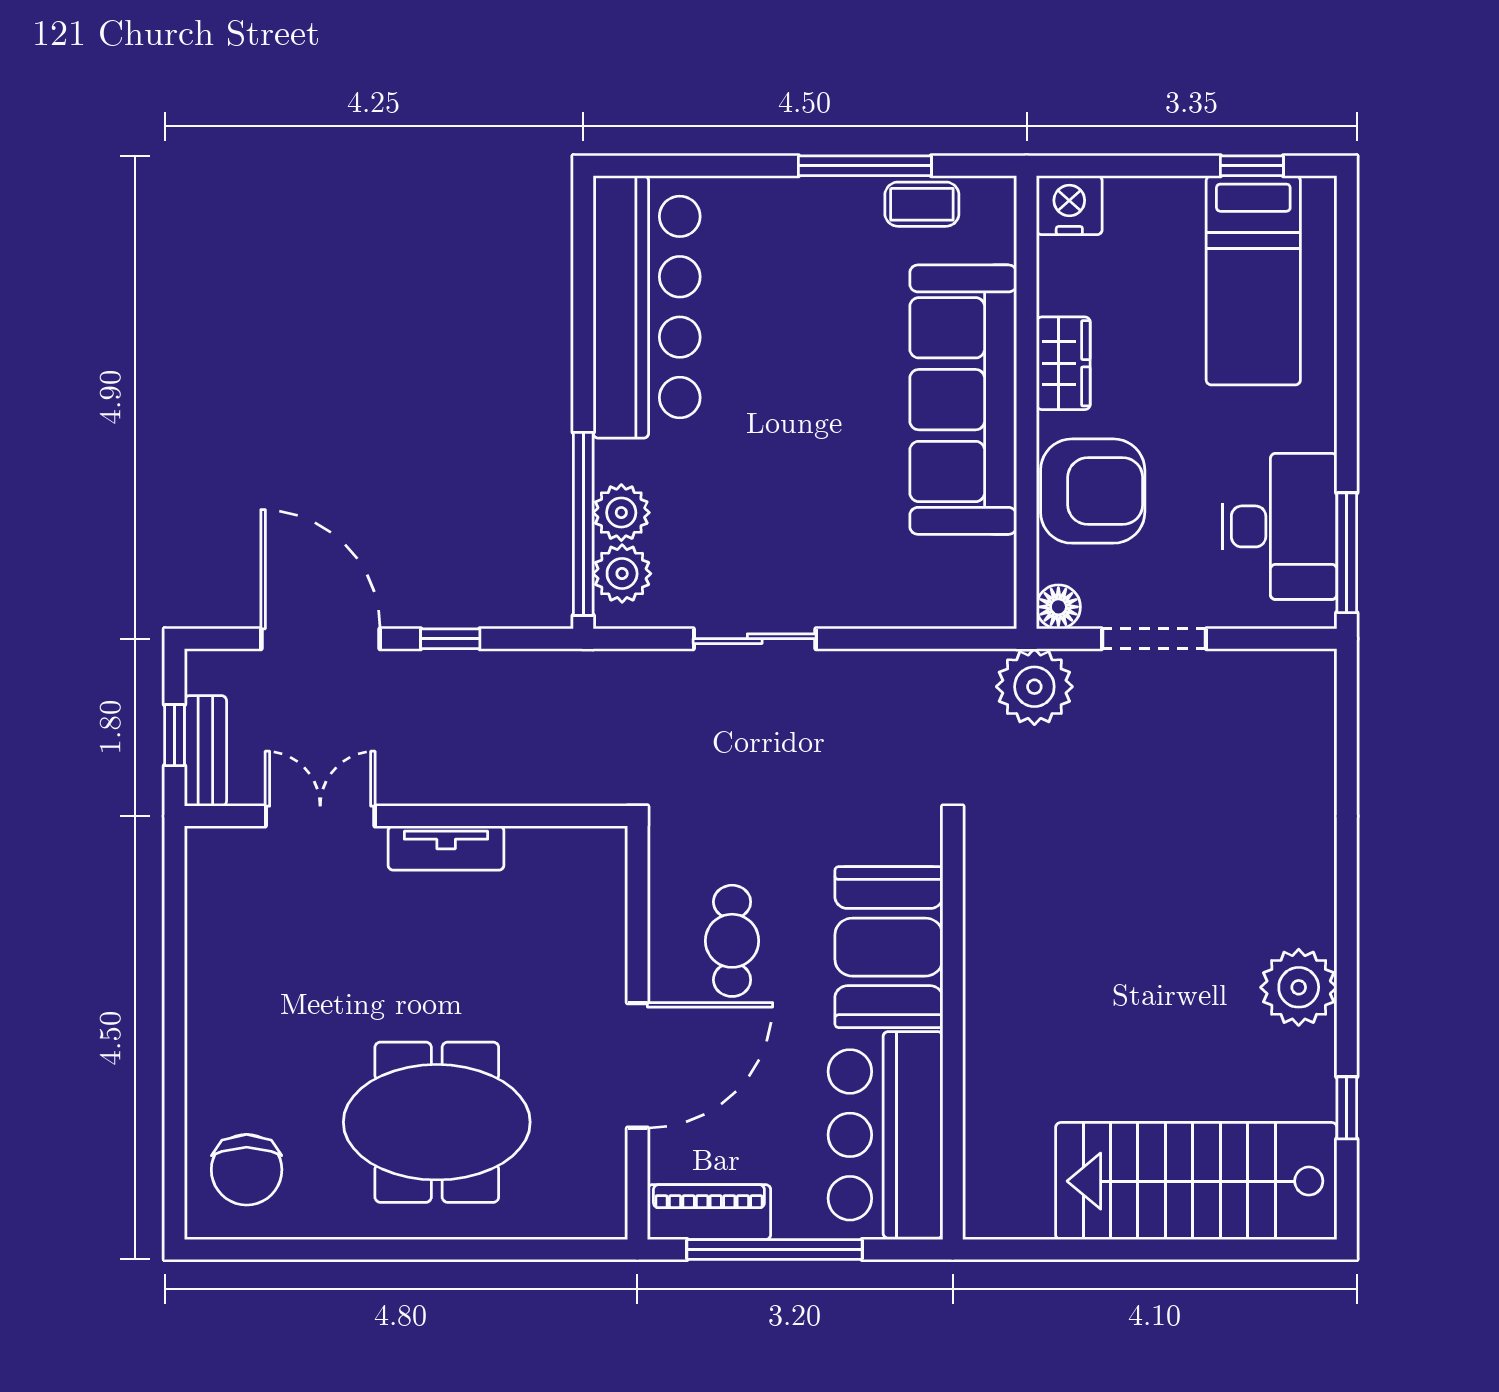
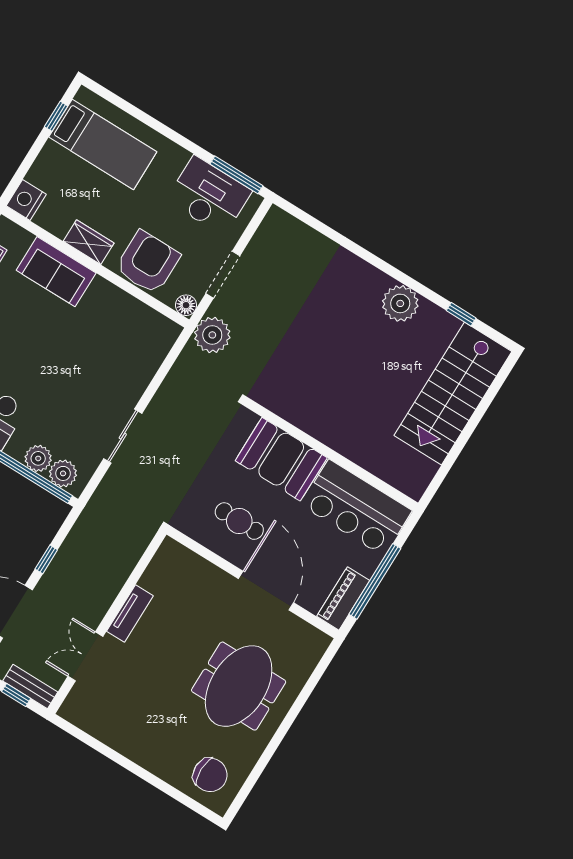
sofa: (963, 400) -> (56, 272), width x0.54, depth x0.79

